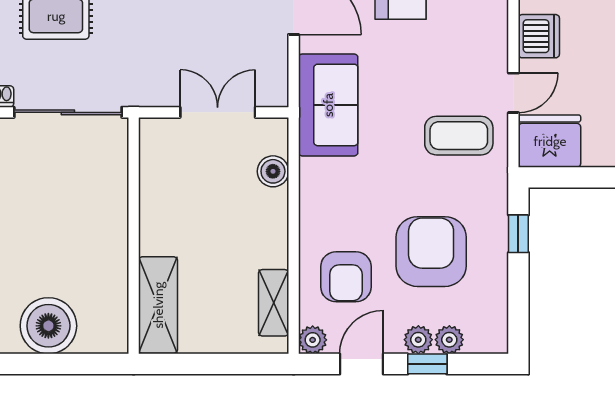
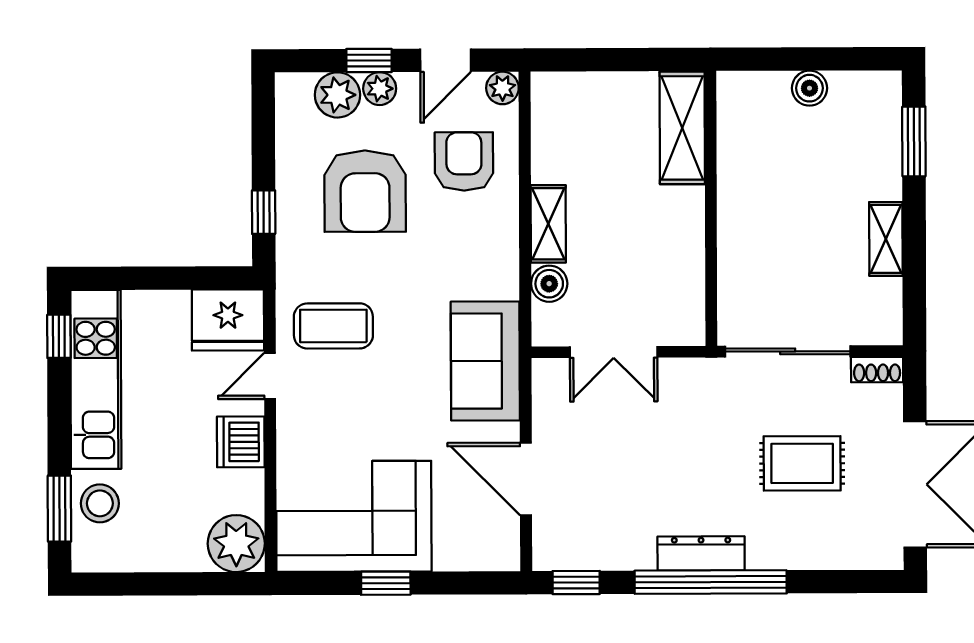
shelving: (274, 303) -> (548, 224), moved
boiler: (48, 326) -> (809, 88), width x0.54, depth x0.54
plant: (449, 340) -> (337, 95), width x1.38, depth x1.38

